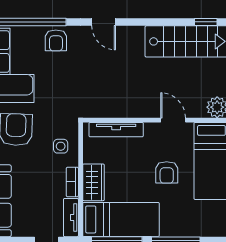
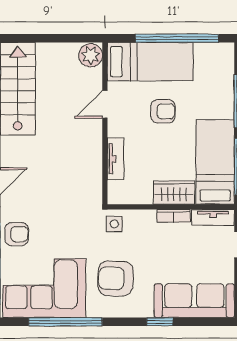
tv unit: (116, 130) -> (116, 159), width x0.71
side table: (61, 146) -> (114, 224), moved

